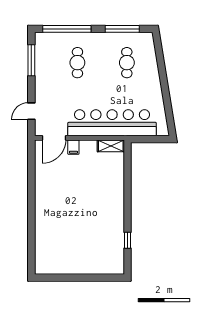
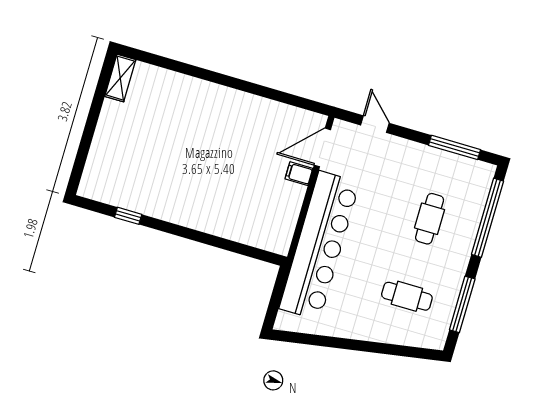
cafe table: (77, 63) -> (430, 219), turned 90
door: (54, 138) -> (322, 147), hinge flipped
shelving: (111, 146) -> (120, 78), moved

